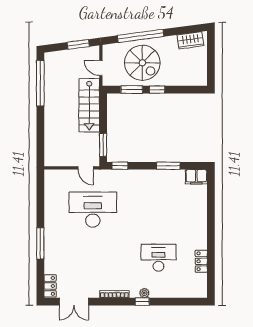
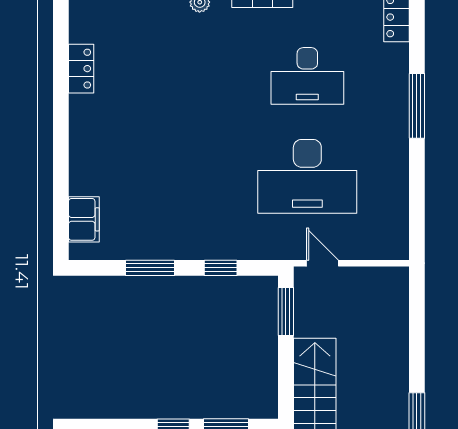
window: (120, 166) -> (221, 268), moved
filing cabinet: (196, 177) -> (84, 219), moved, turned 90
desk: (158, 258) -> (307, 76), moved

